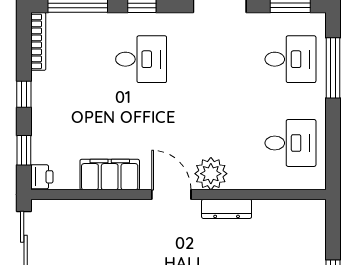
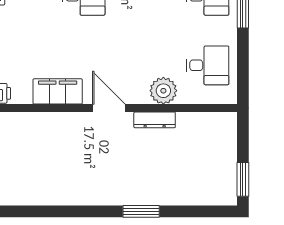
plant: (211, 174) -> (163, 91), moved

